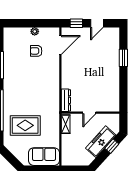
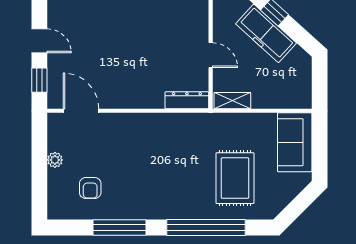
armchair: (36, 51) -> (90, 188), moved

